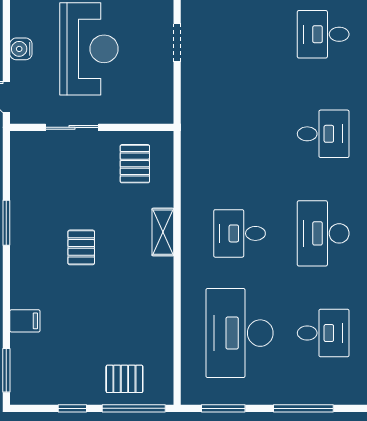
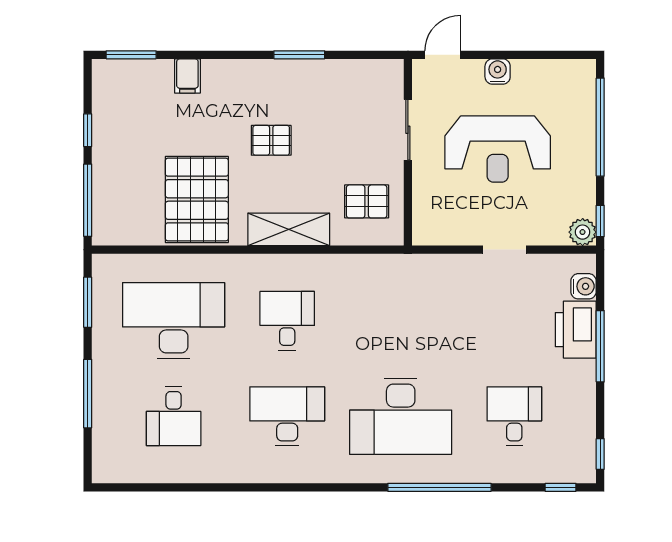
desk: (323, 134) -> (401, 416), width x1.87, depth x1.30
shelving: (163, 232) -> (289, 229), width x1.50, depth x1.33
pallet: (124, 379) -> (197, 200), moved, width x2.05, depth x2.00

